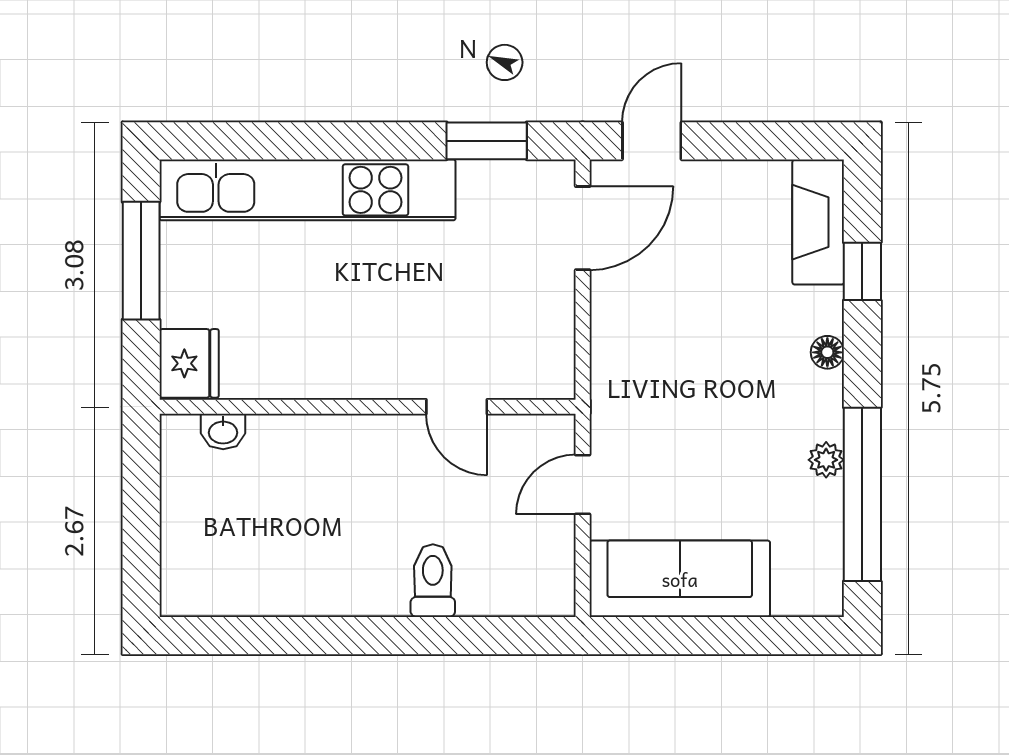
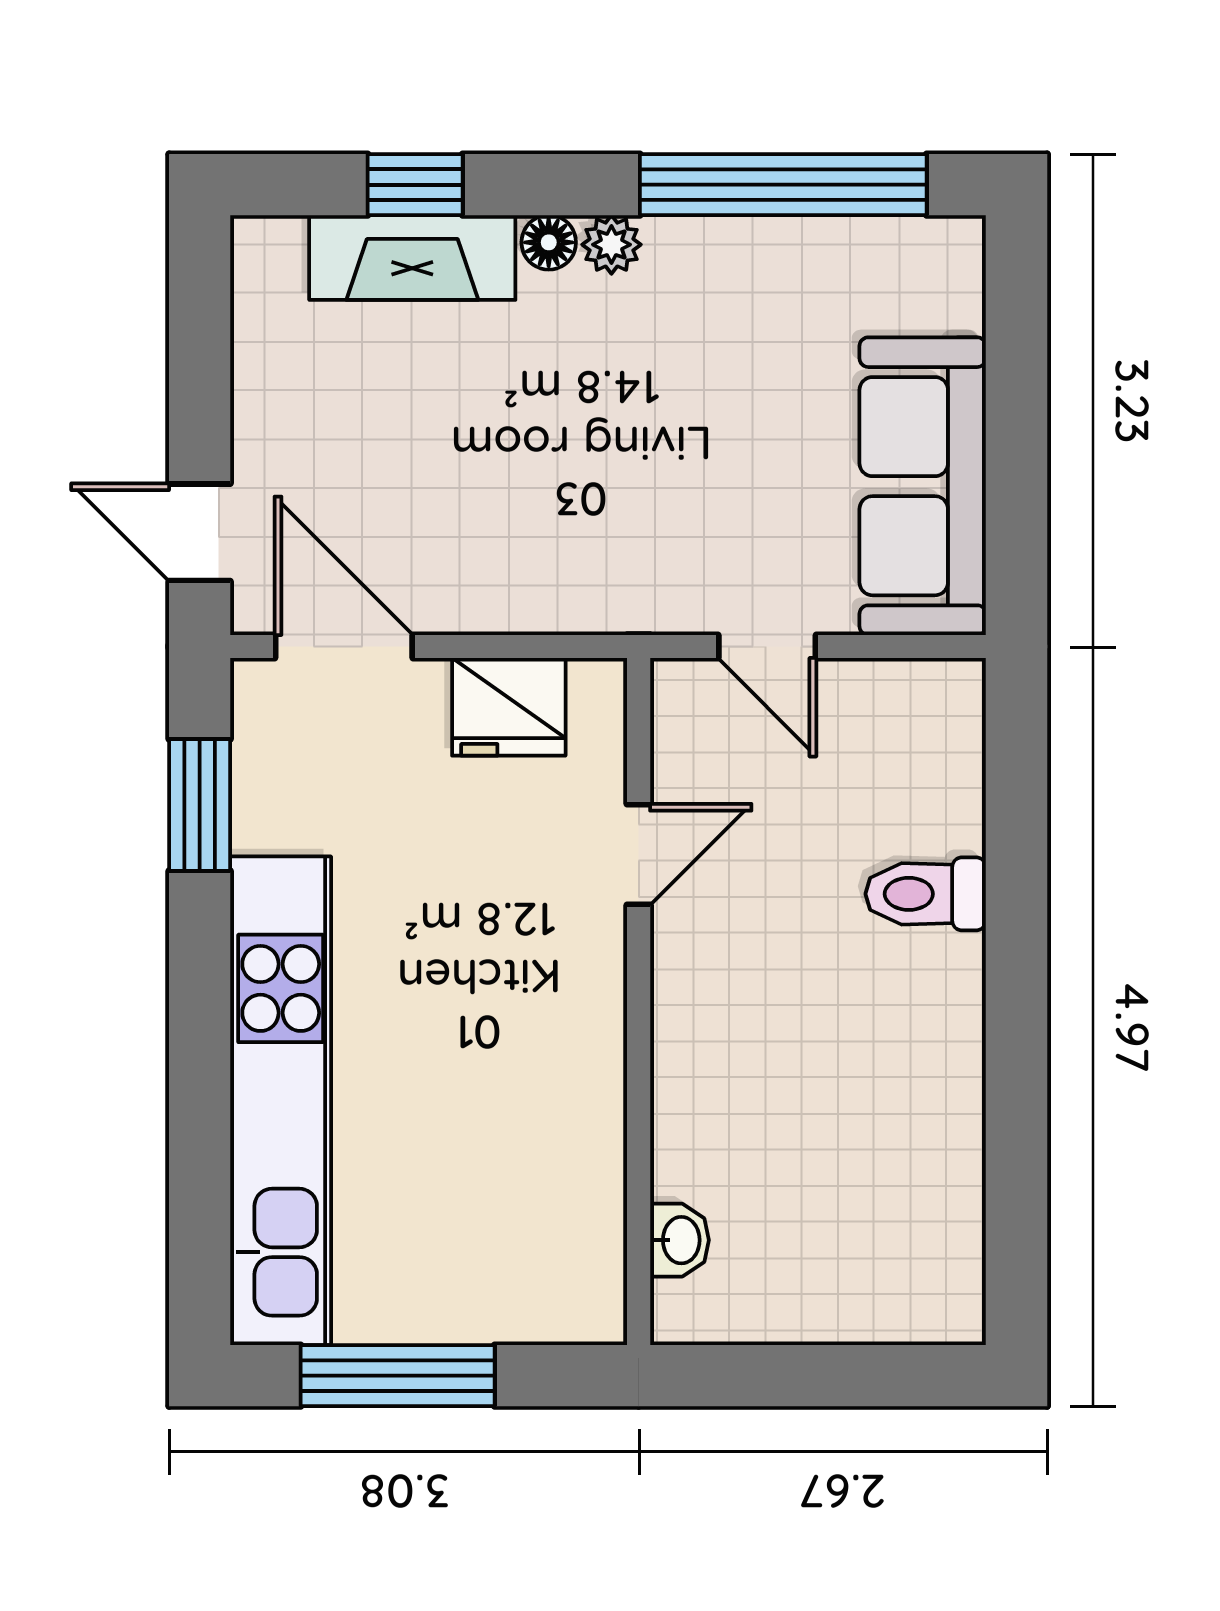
fireplace: (818, 222) -> (412, 258), moved
fridge: (189, 363) -> (509, 707), moved, turned 180
plant: (826, 460) -> (611, 245), moved

